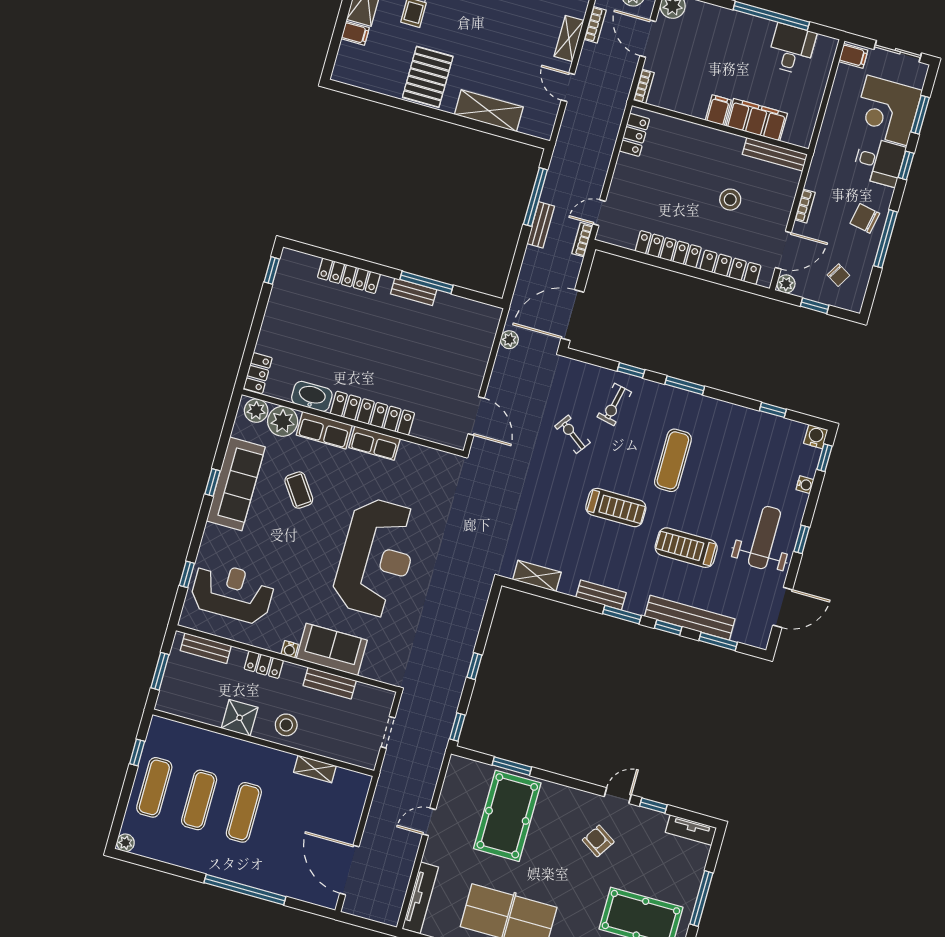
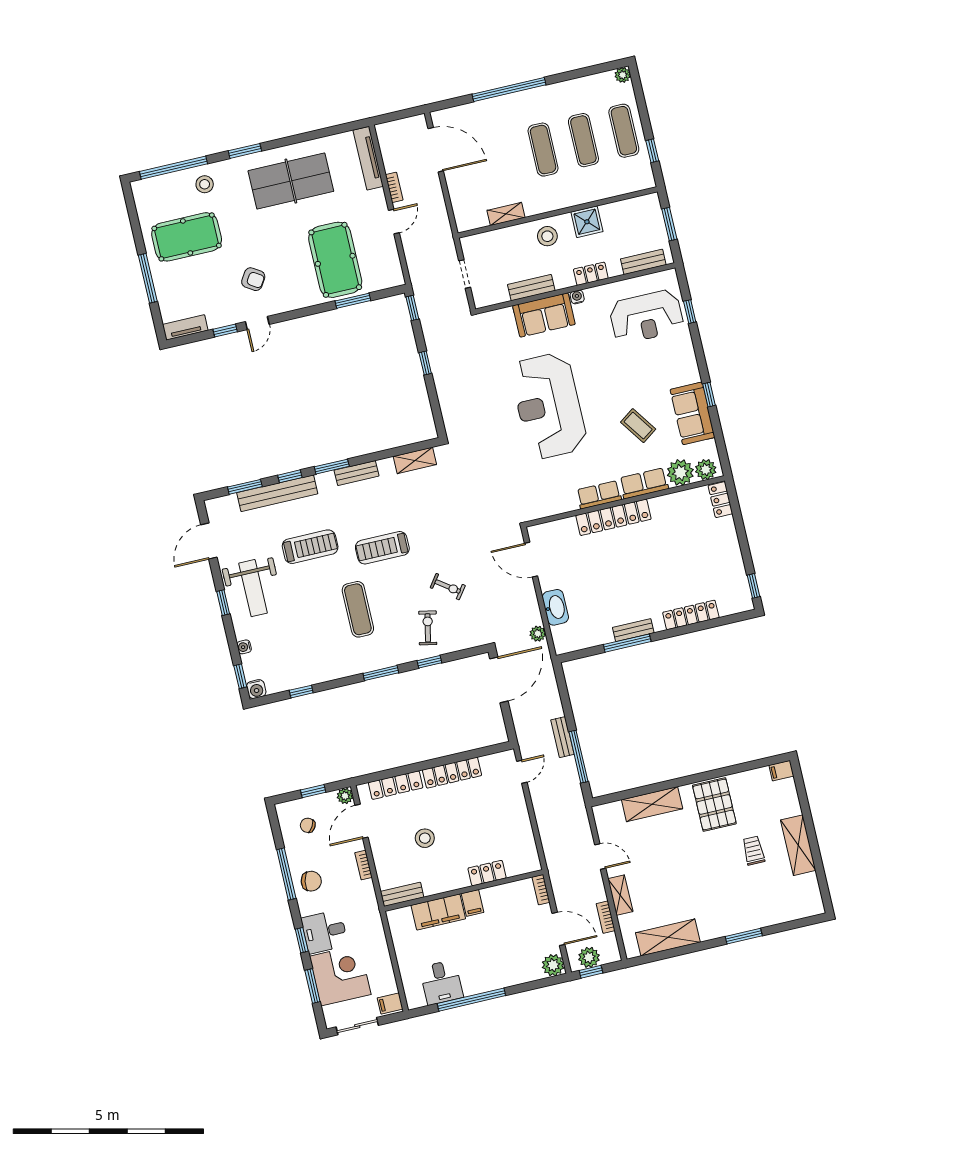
filing cabinet: (355, 33) -> (781, 771), moved
locker: (634, 135) -> (487, 873), moved, turned 90
bench: (775, 154) -> (402, 894), width x0.73
bookcase: (582, 240) -> (394, 187), moved
washbasin: (312, 396) -> (555, 607), moved, turned -90
sofa: (236, 484) -> (693, 413), width x0.73

